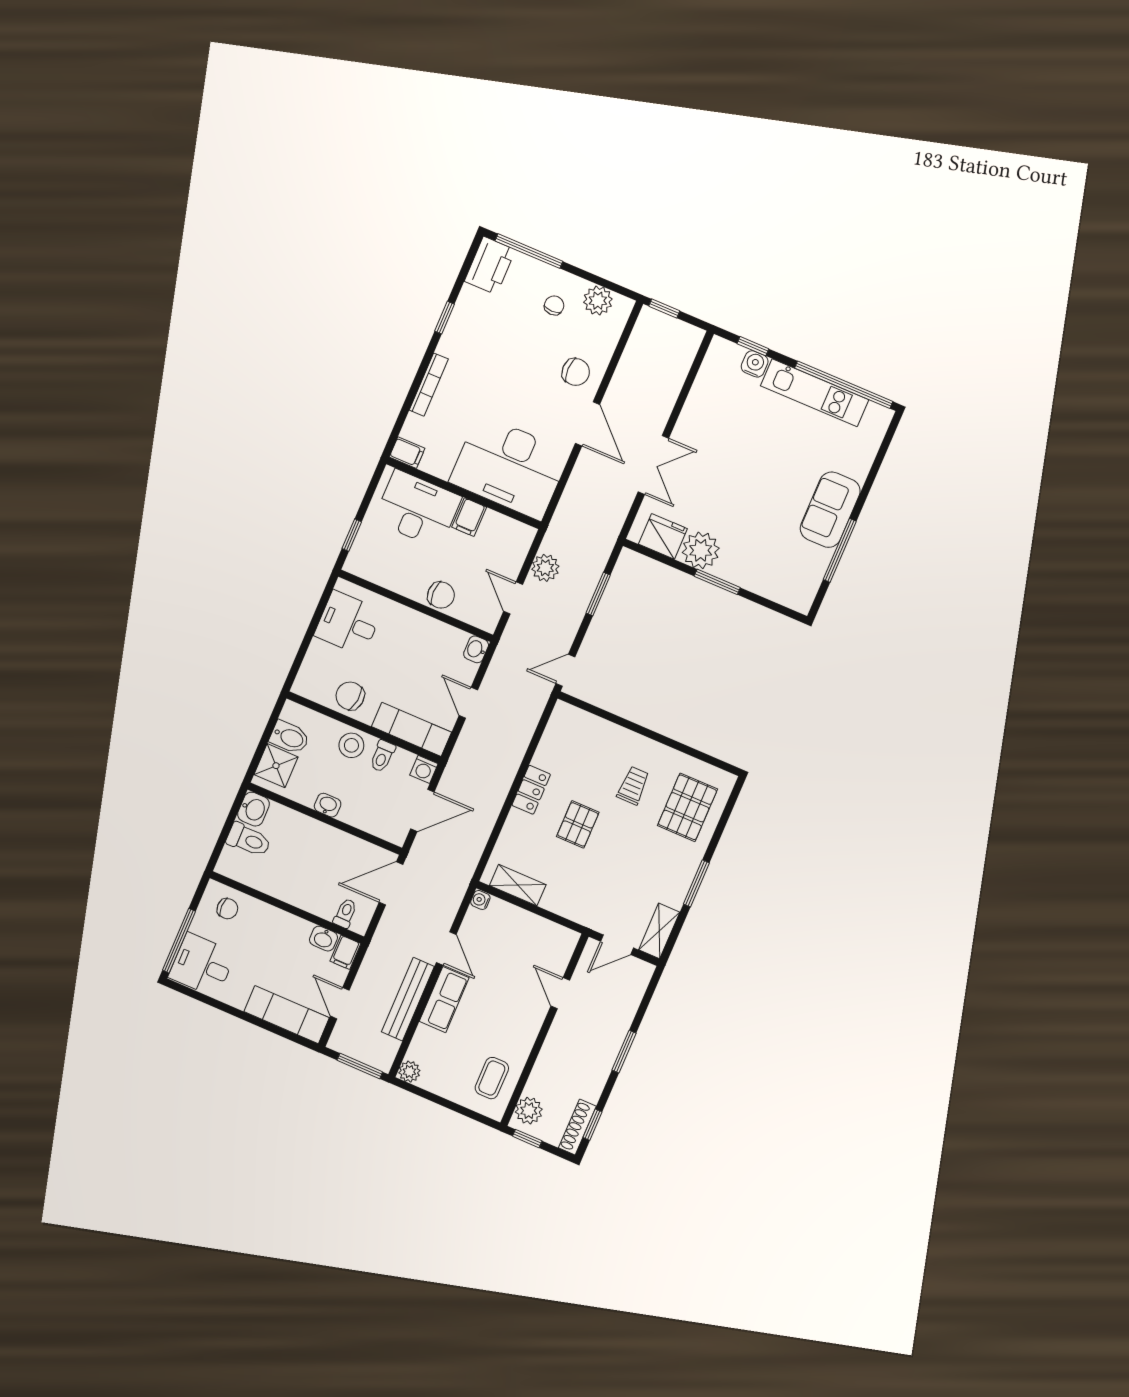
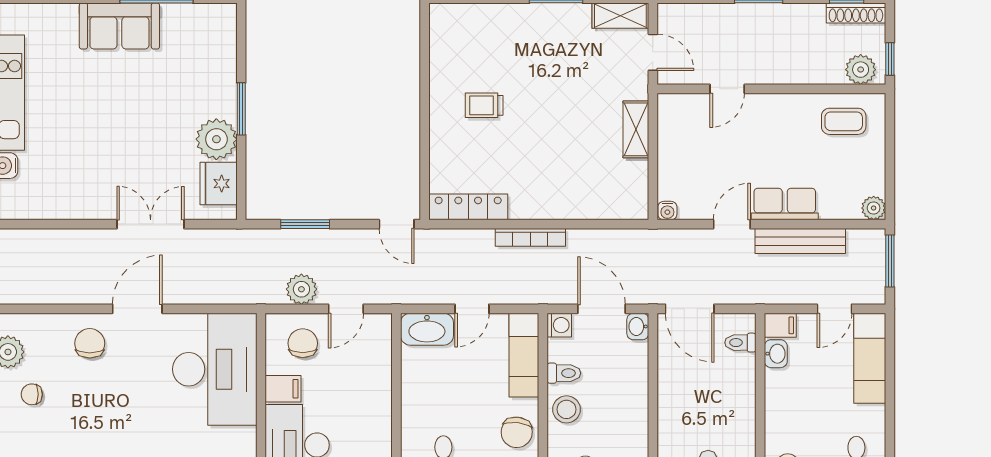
chair: (441, 595) -> (303, 343), moved
washbasin: (476, 649) -> (427, 329), width x1.91, depth x1.45
bookcase: (507, 777) -> (530, 237), added
locker: (531, 790) -> (468, 207), moved, width x1.53
washbasin: (328, 805) -> (638, 326), moved
pallet: (687, 807) -> (483, 41), removed
pallet: (578, 824) -> (548, 145), removed
shelving: (518, 885) -> (636, 129), moved

